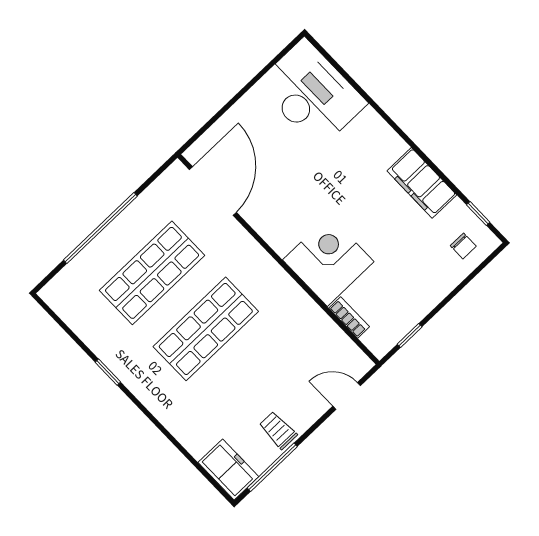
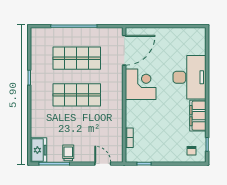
desk: (311, 94) -> (190, 77), moved
corner desk: (328, 261) -> (141, 84), moved

